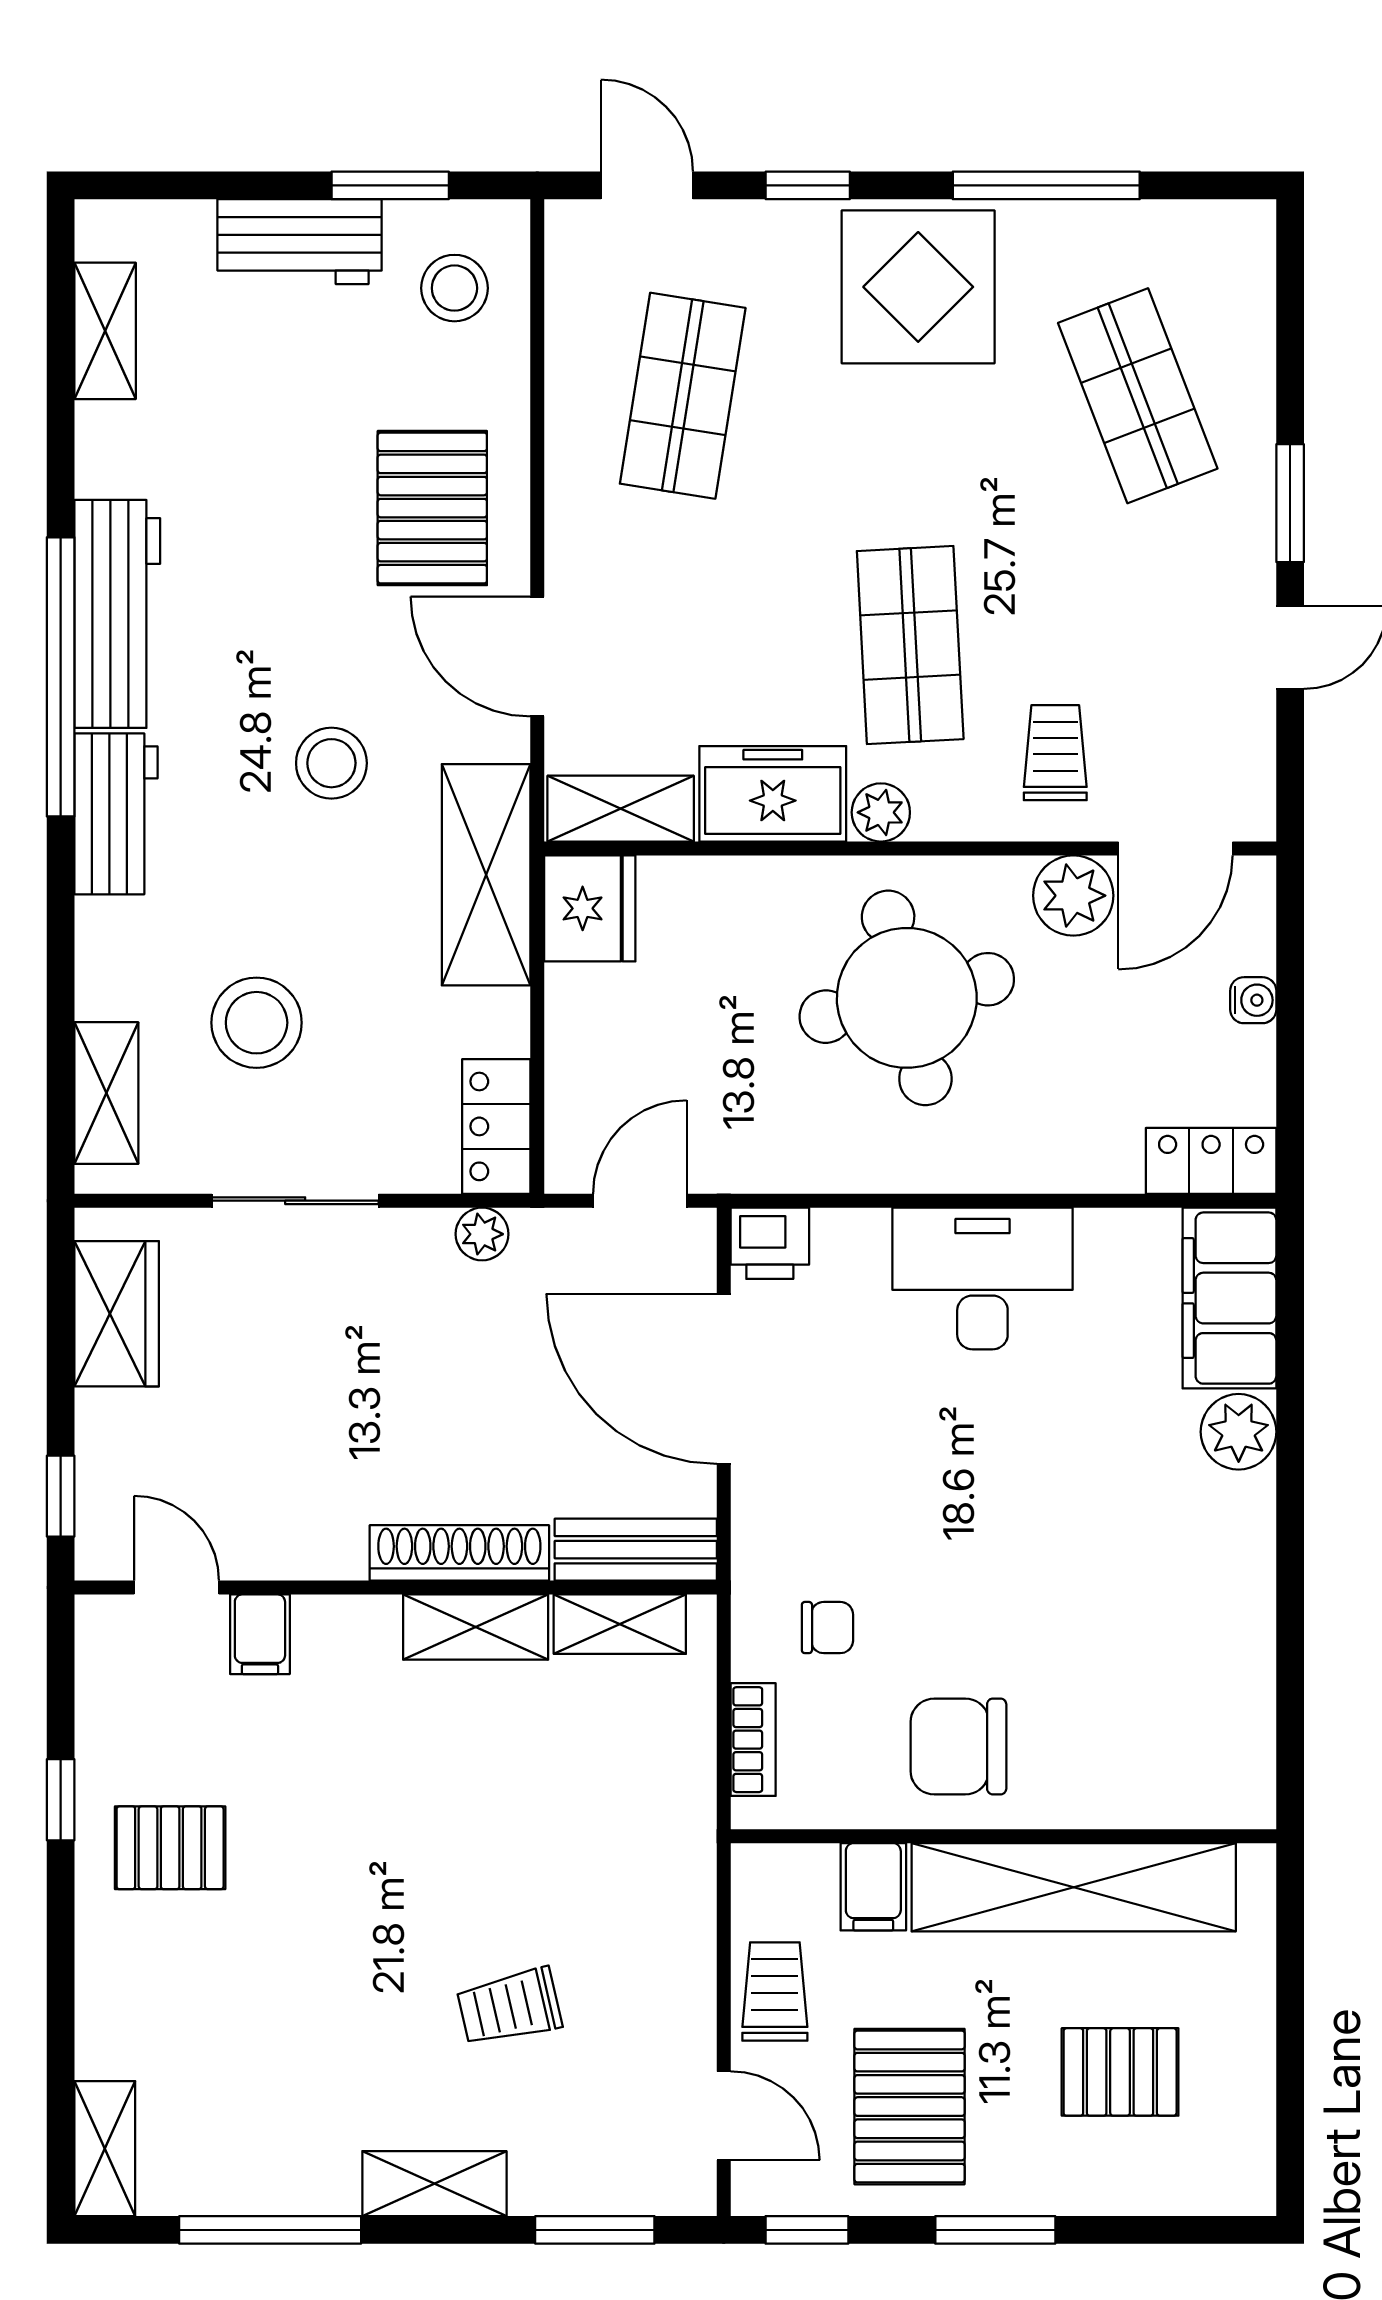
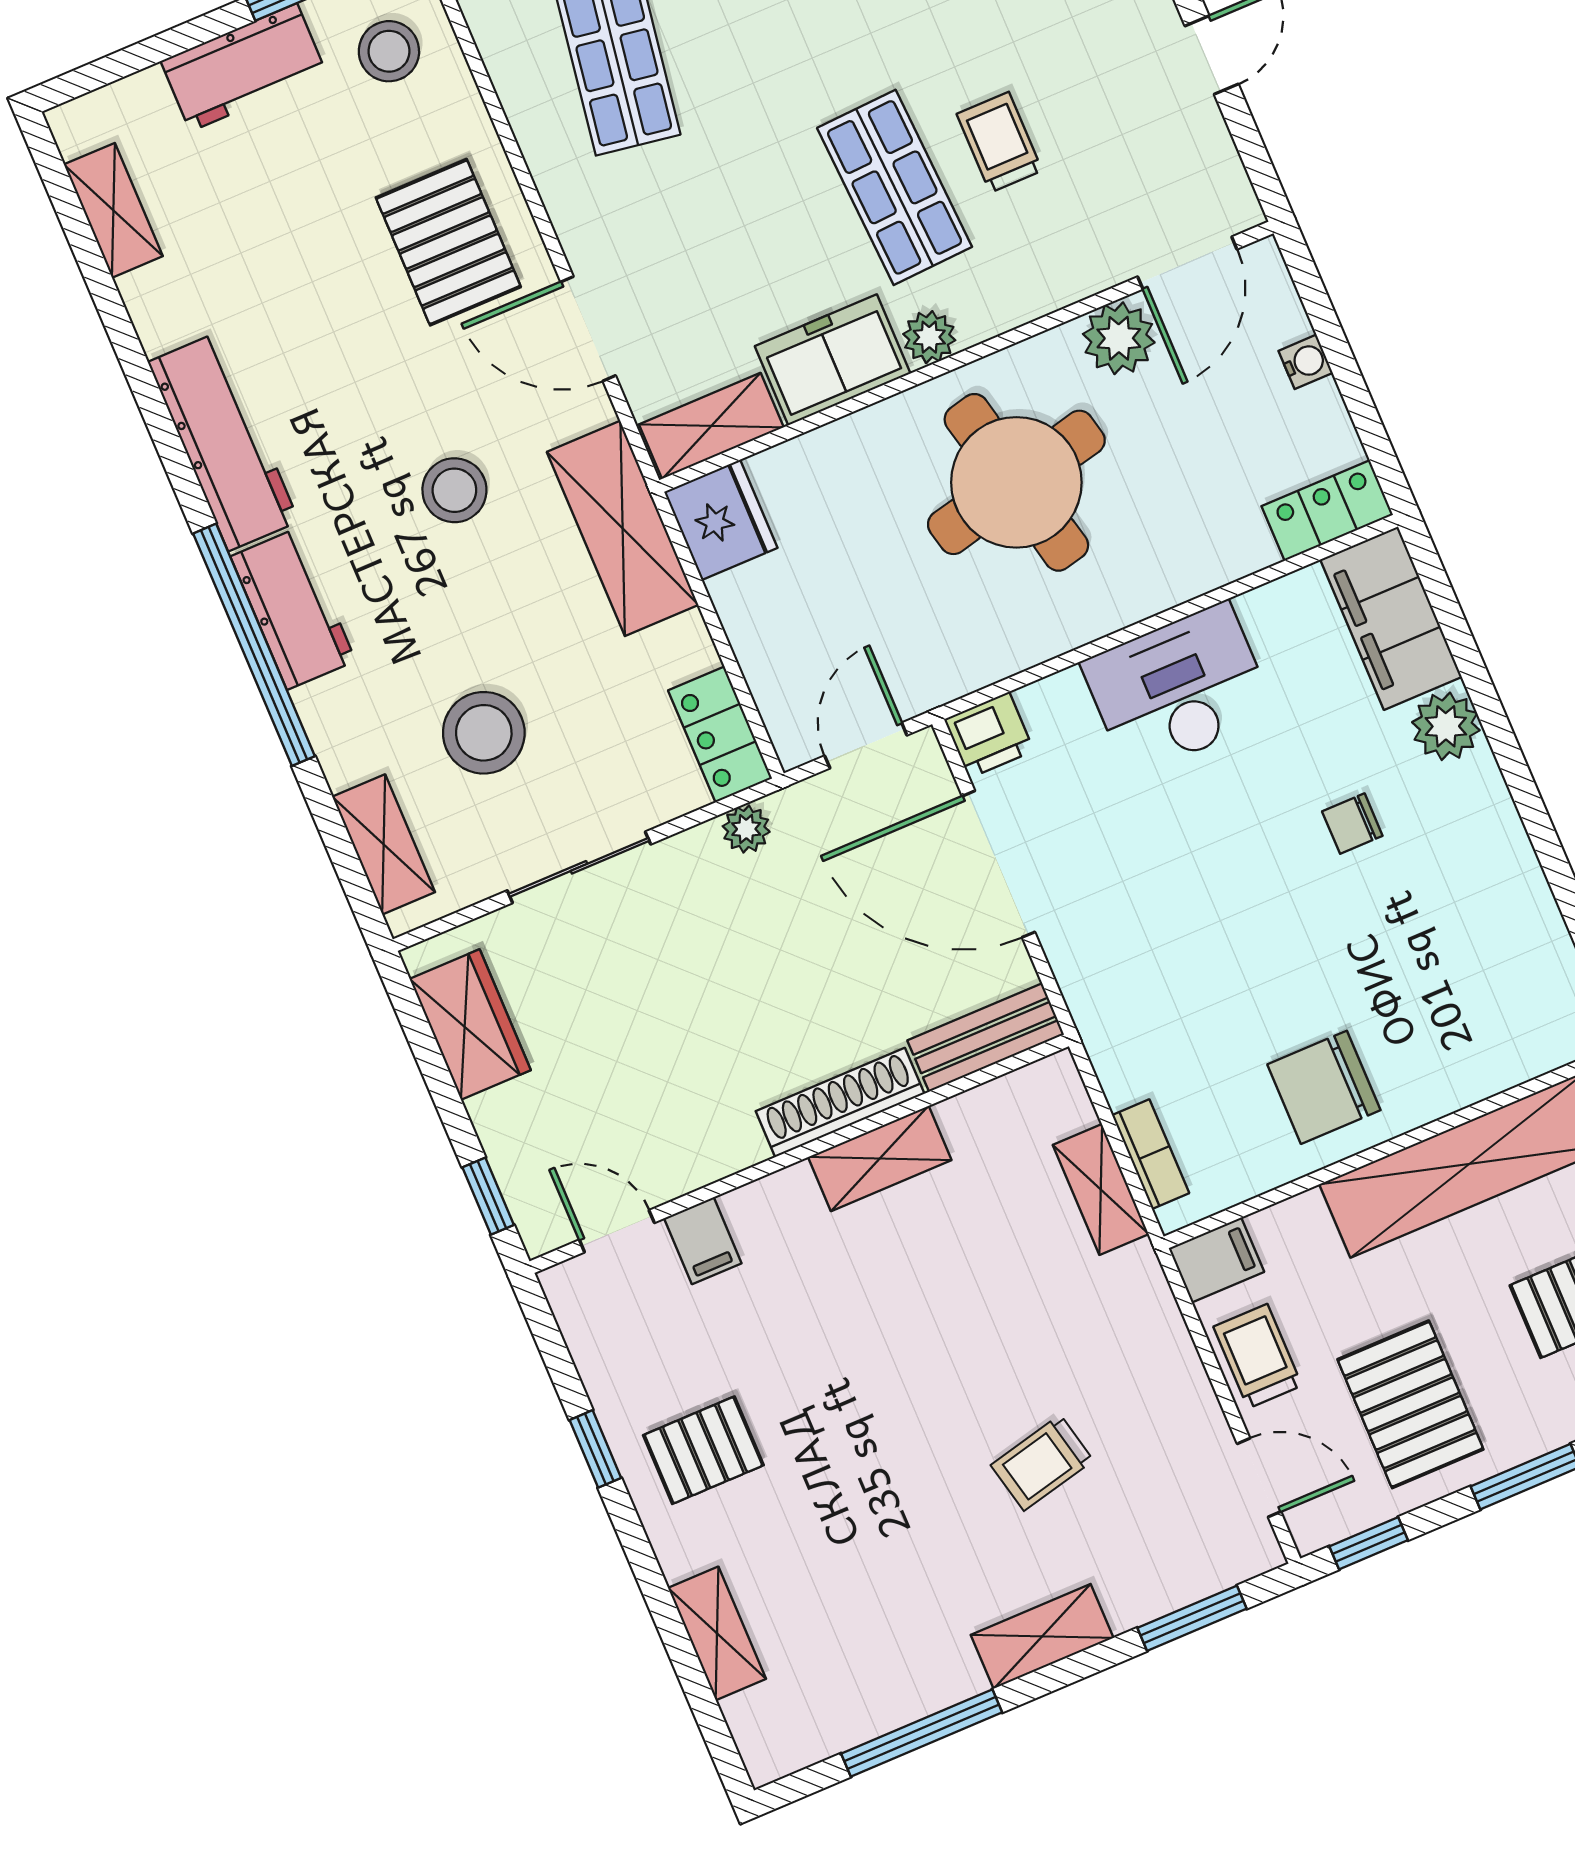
window: (61, 677) -> (254, 645), moved
trolley: (1055, 753) -> (999, 142), moved
shelving: (620, 1624) -> (1101, 1189), moved, turned 90
chair: (827, 1628) -> (1352, 824), moved, turned 180
filing cabinet: (873, 1887) -> (1216, 1260), moved, turned -90
shelving: (105, 2149) -> (717, 1633), moved

